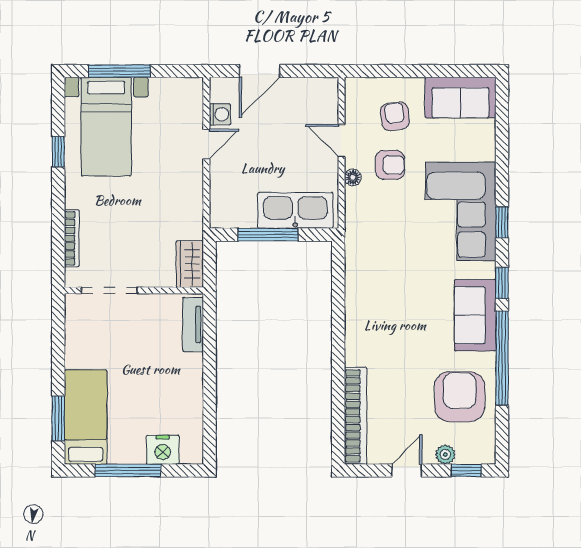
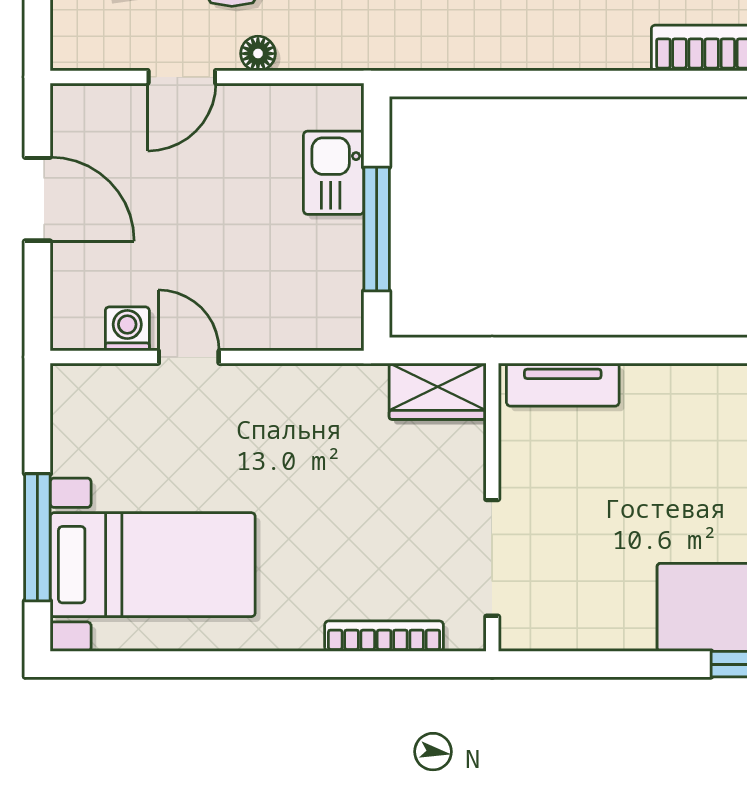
door: (260, 71) -> (37, 199), moved
window: (58, 152) -> (205, 664), removed
kitchen sink: (295, 210) -> (334, 173), width x0.53, depth x0.81

